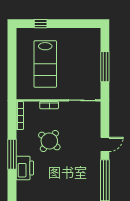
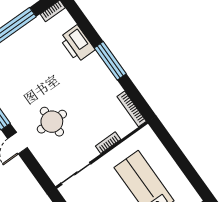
round table: (49, 141) -> (52, 122), moved, turned -38
printer: (25, 168) -> (77, 44), moved

